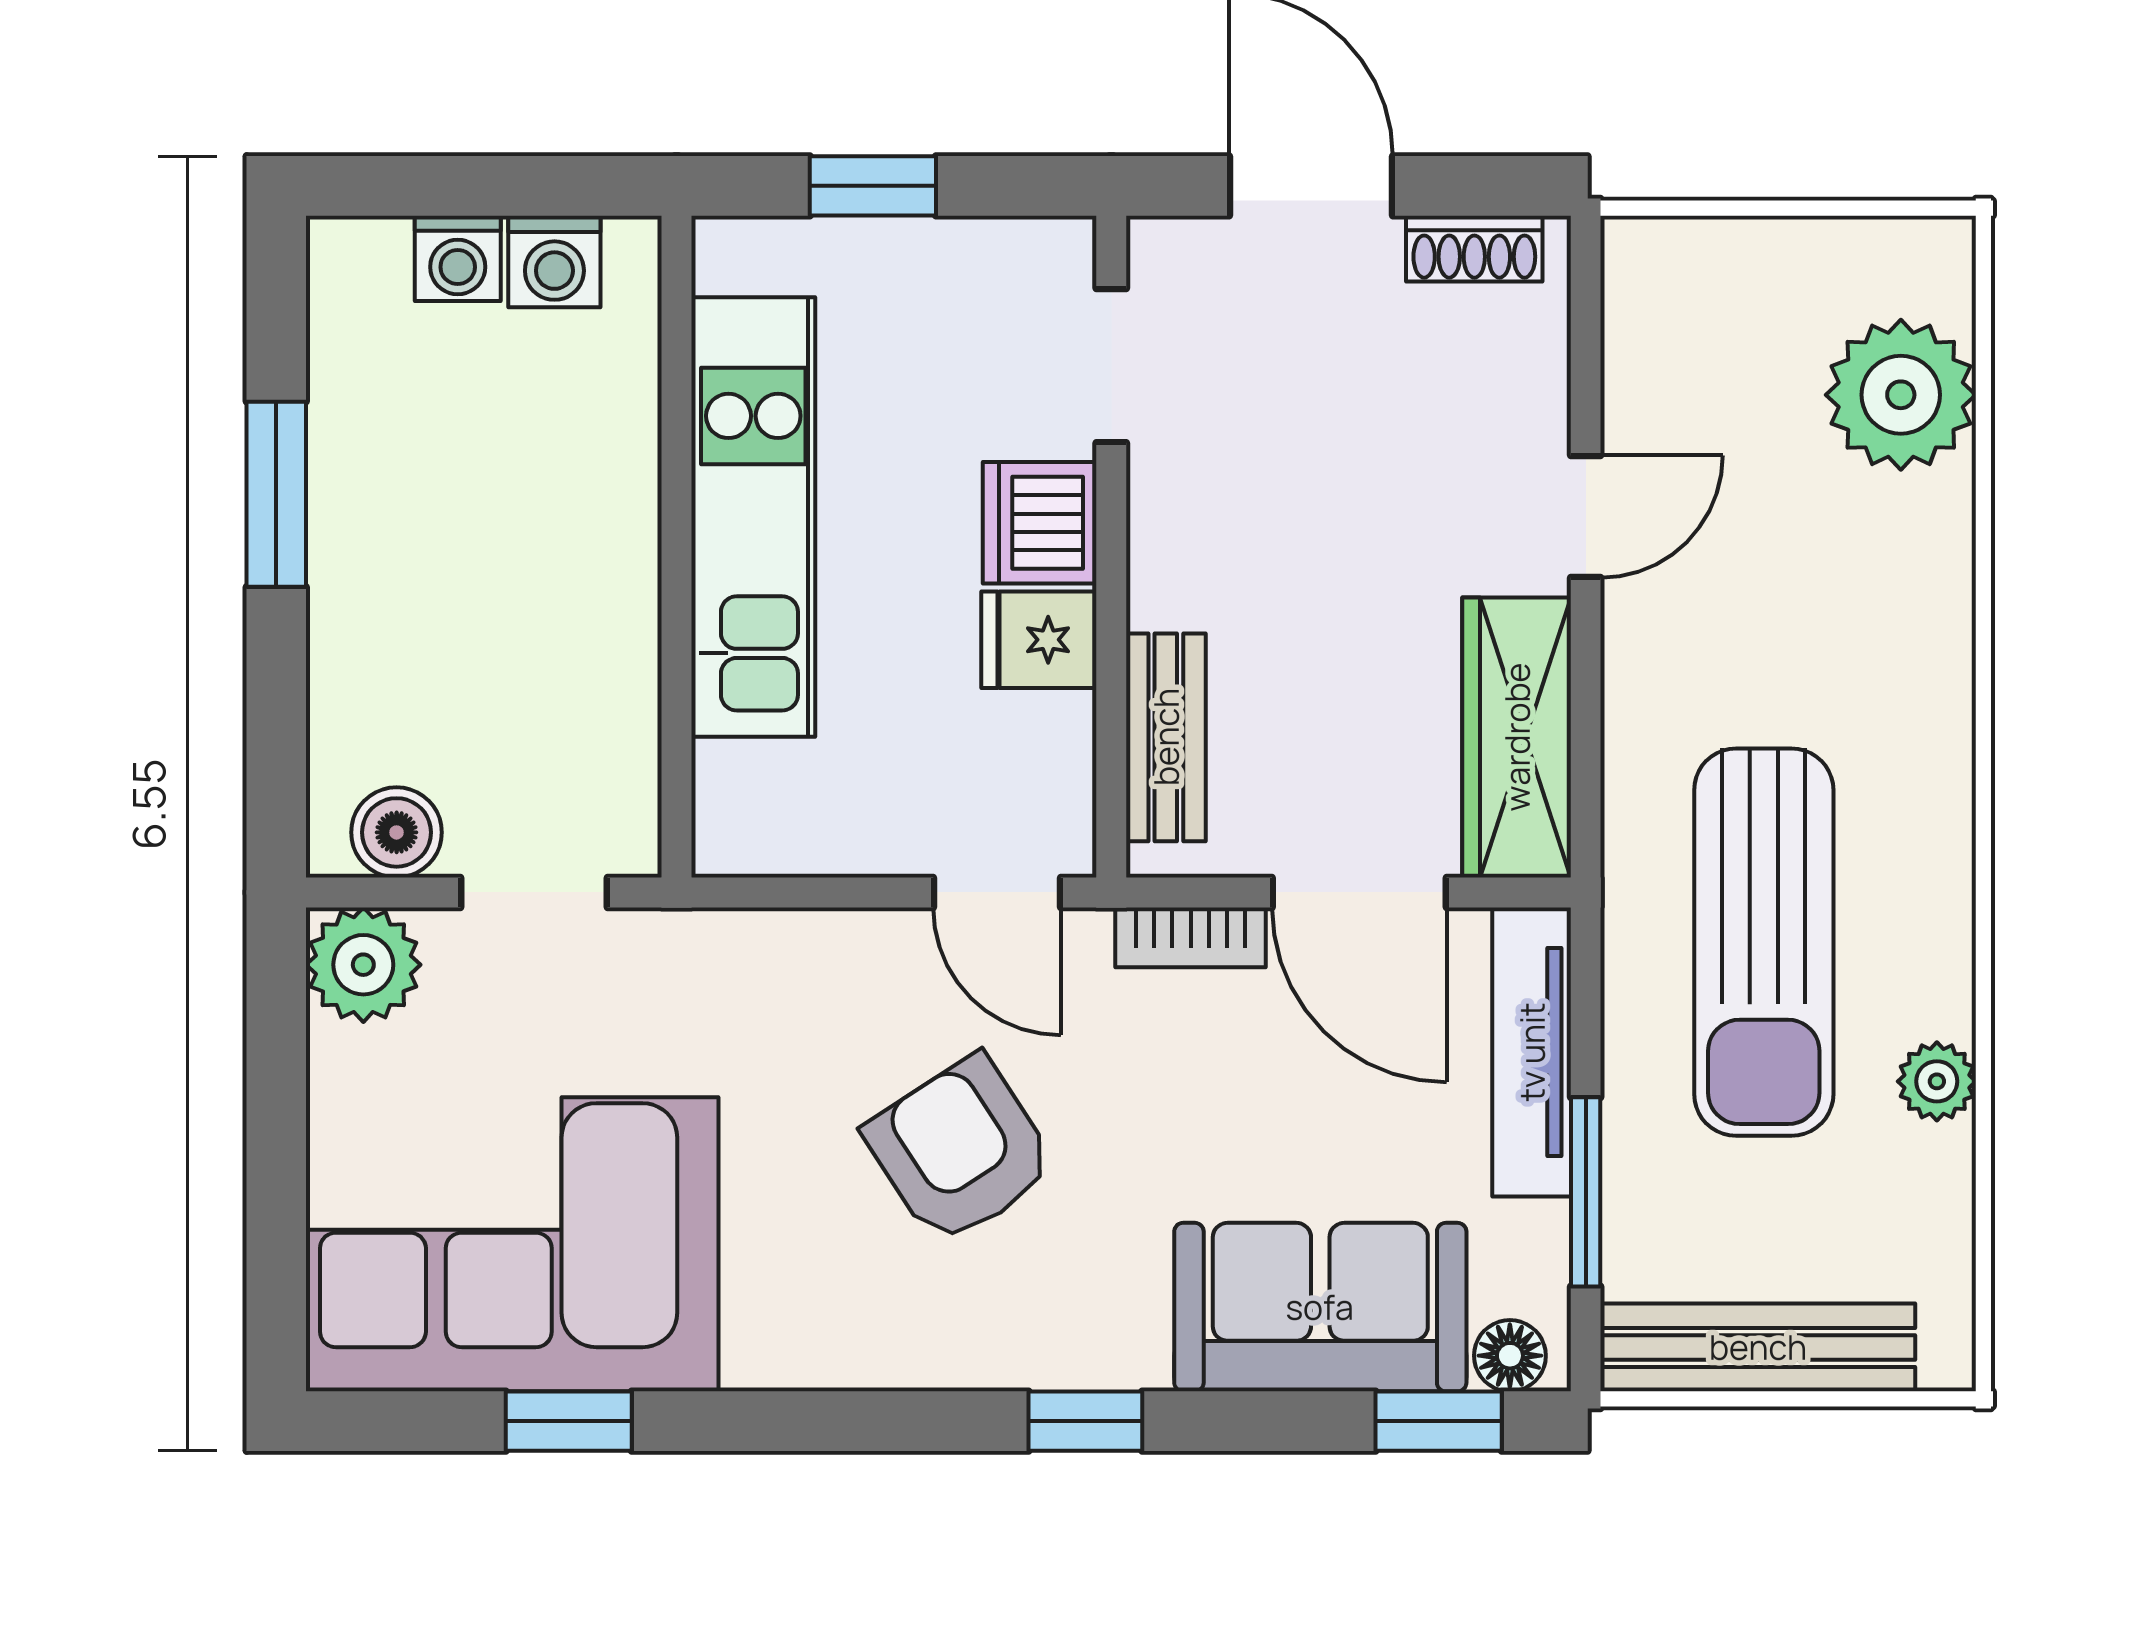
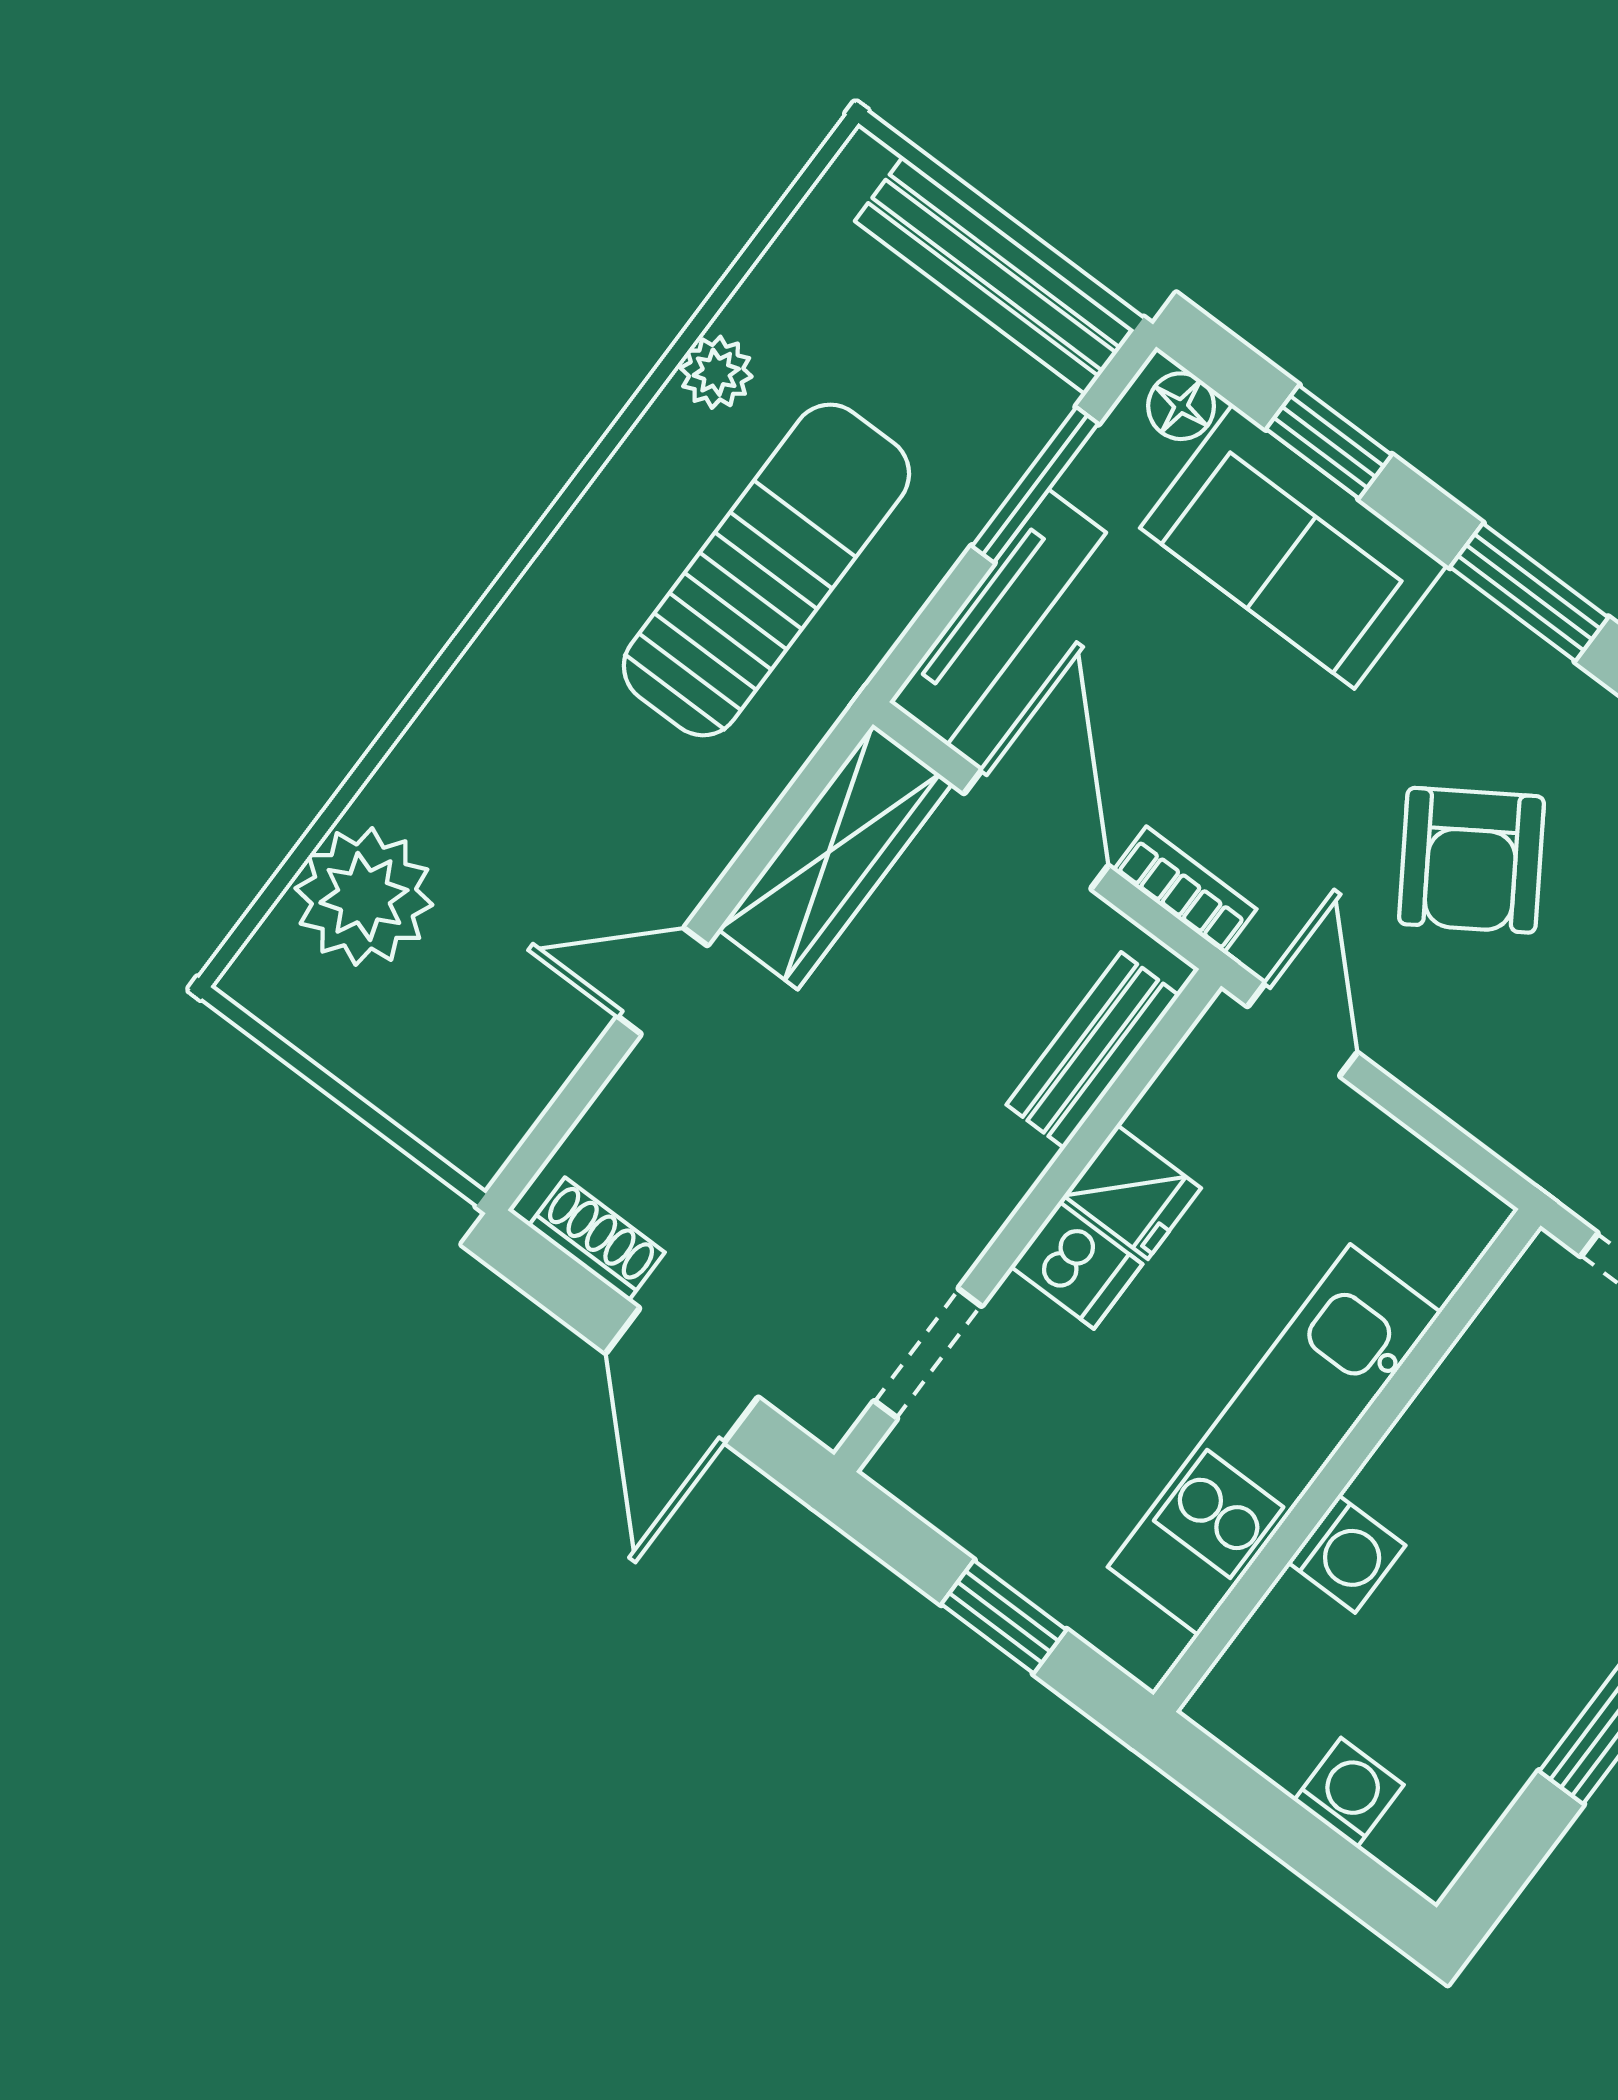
washing machine: (554, 261) -> (1347, 1554), moved, turned 90
dishwasher: (1040, 523) -> (1076, 1265), width x0.73
window: (1085, 1421) -> (1529, 592), width x1.50
window: (1439, 1421) -> (1329, 442), moved

